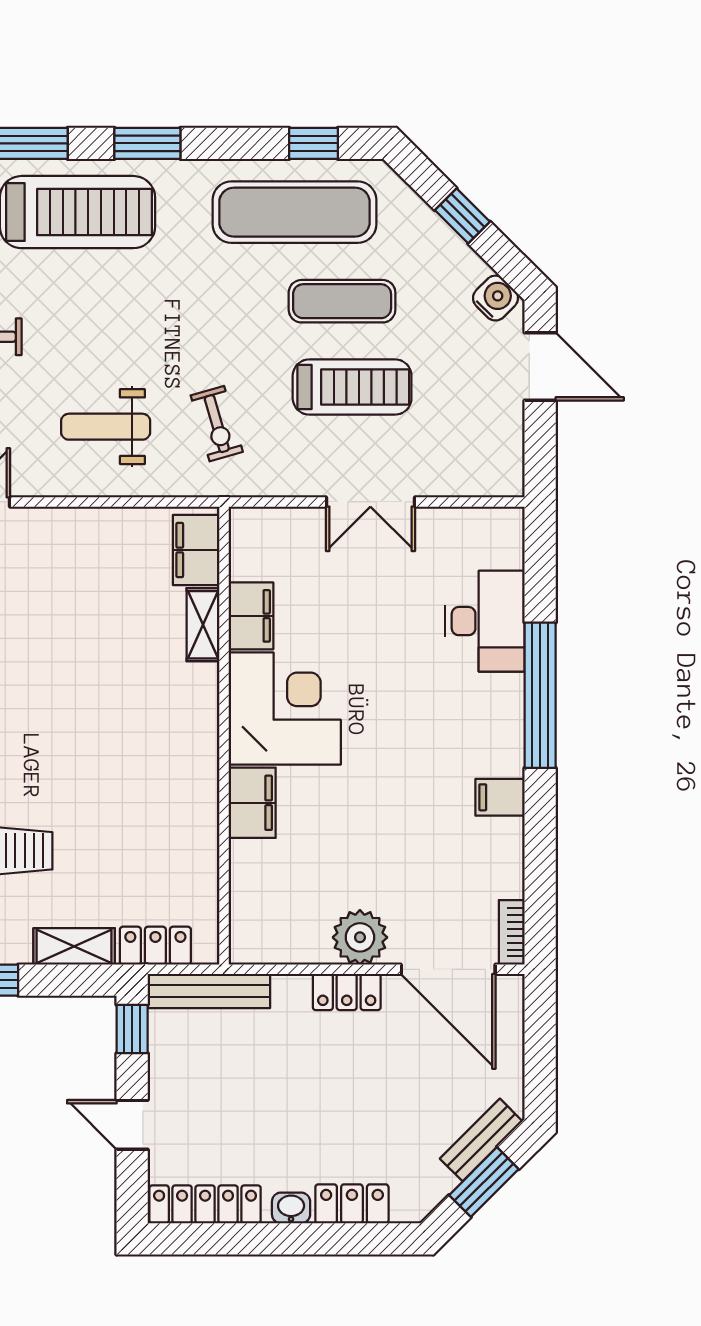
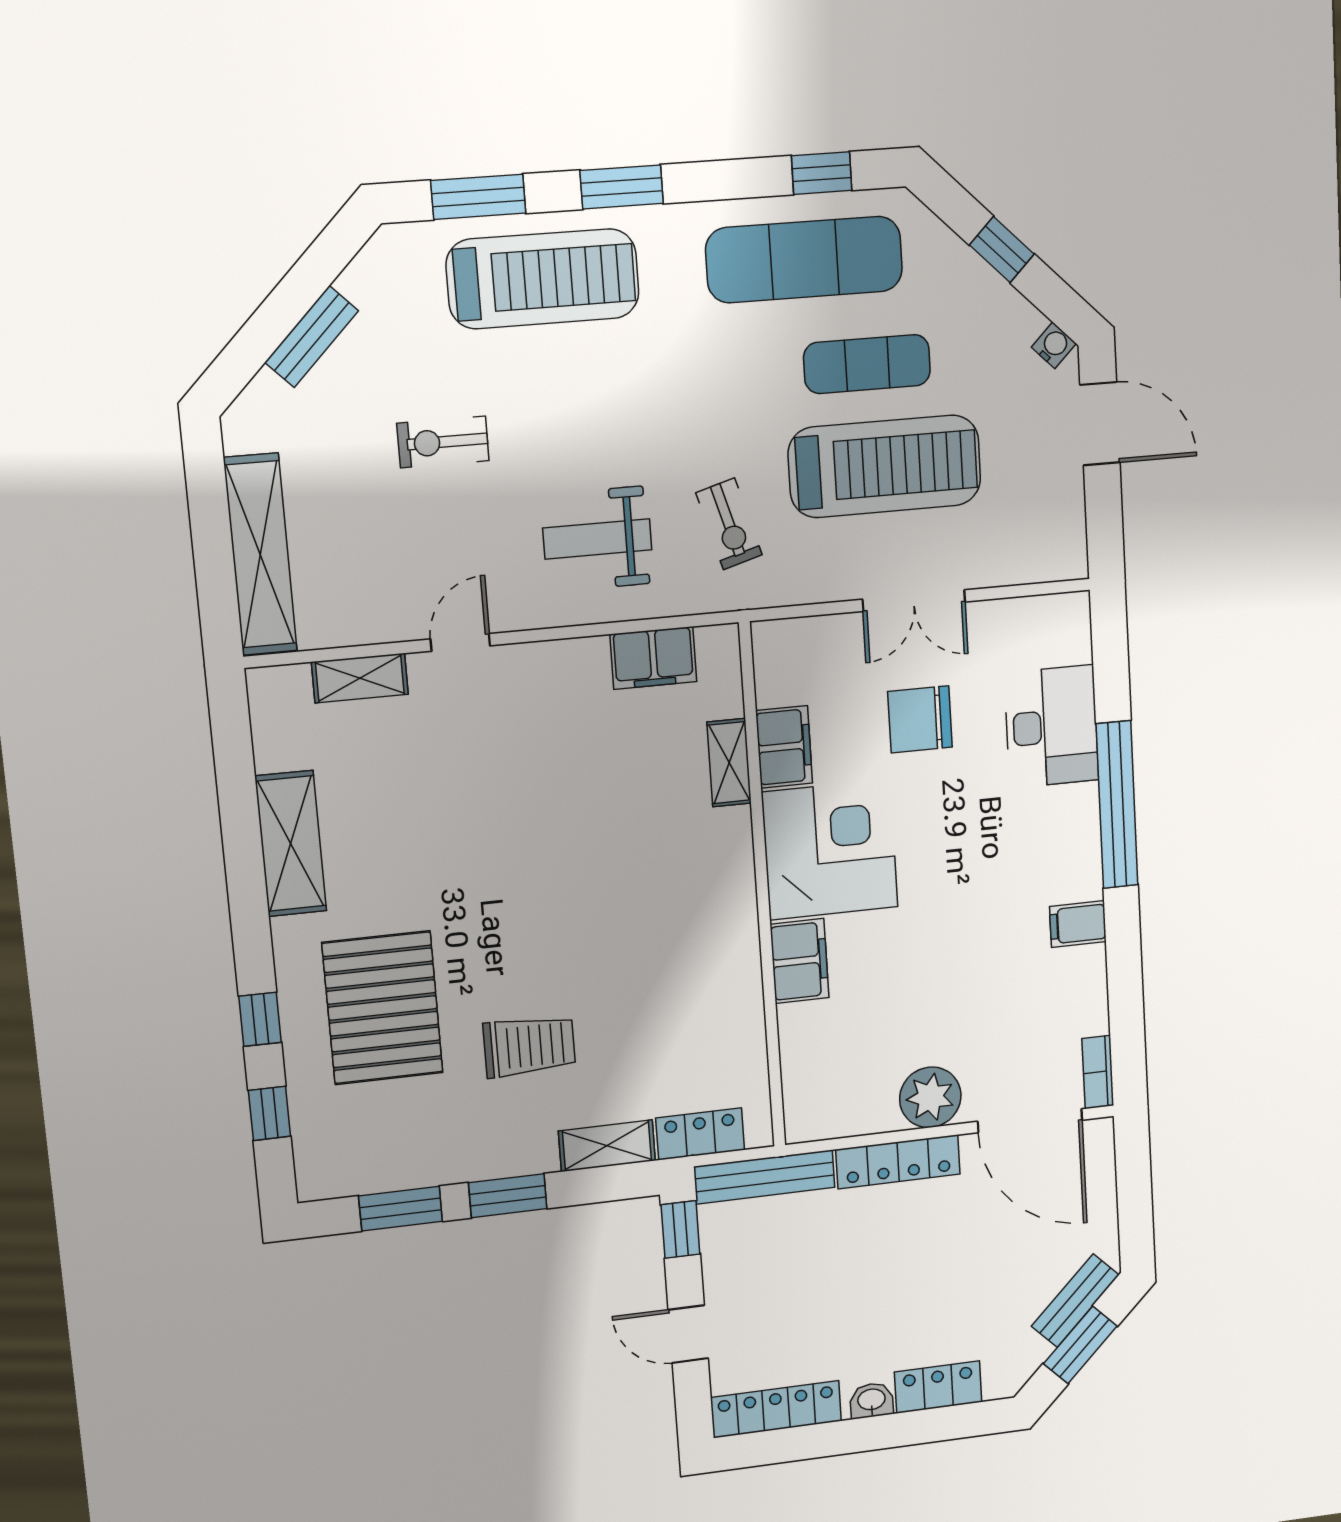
water cooler: (496, 298) -> (1054, 345), width x0.72, depth x0.72
treadmill: (352, 387) -> (885, 466), width x1.37, depth x1.38
filing cabinet: (196, 550) -> (653, 658), moved, turned -90
chair: (370, 604) -> (920, 719), added
locker: (347, 992) -> (898, 1162), width x1.53

